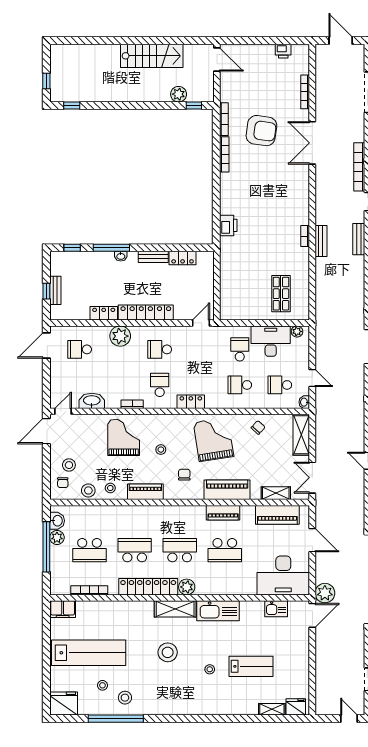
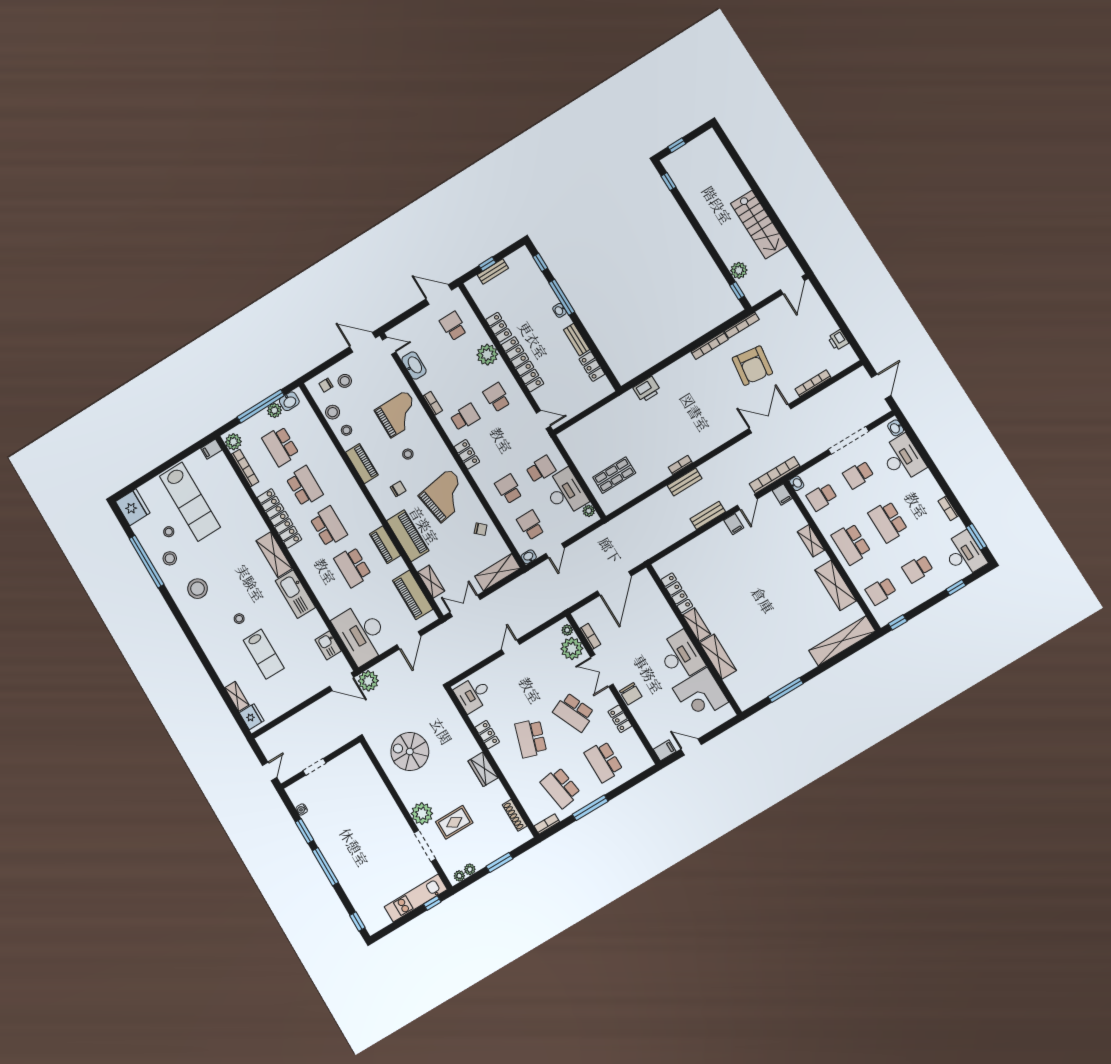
plant: (187, 587) -> (233, 442), moved
filing cabinet: (63, 609) -> (211, 449), width x0.50
stool: (168, 652) -> (198, 589), moved

